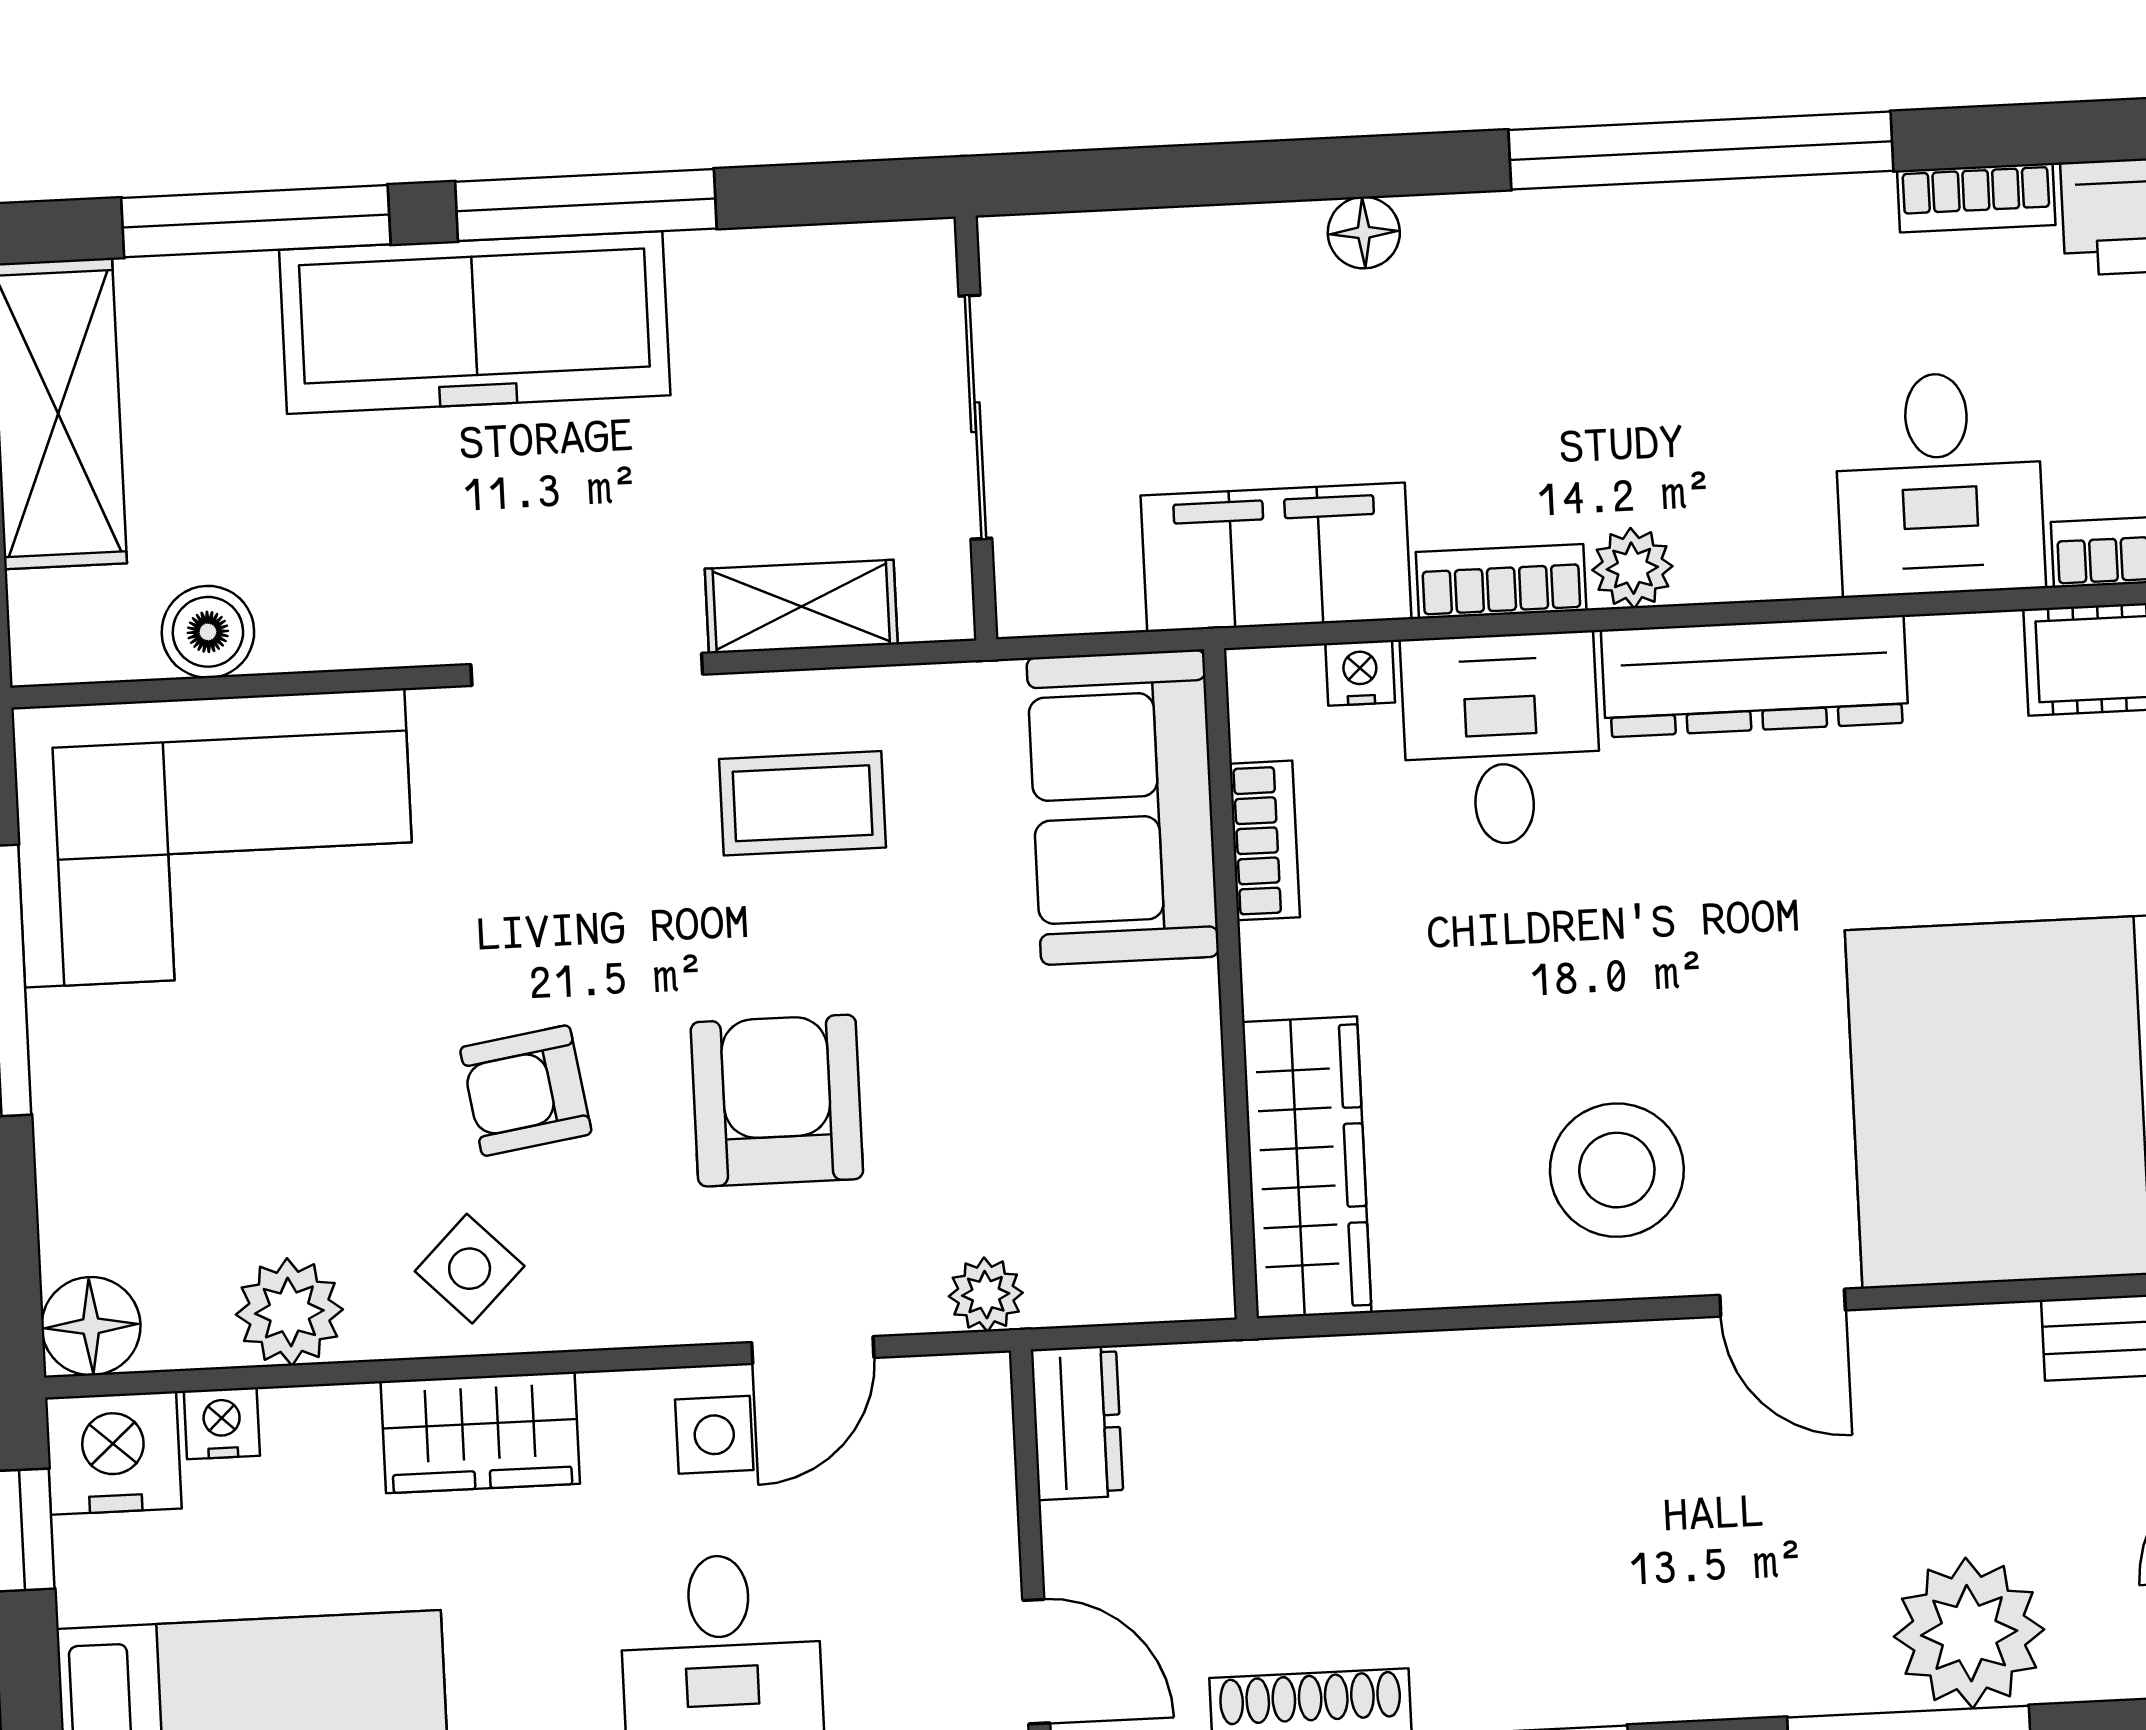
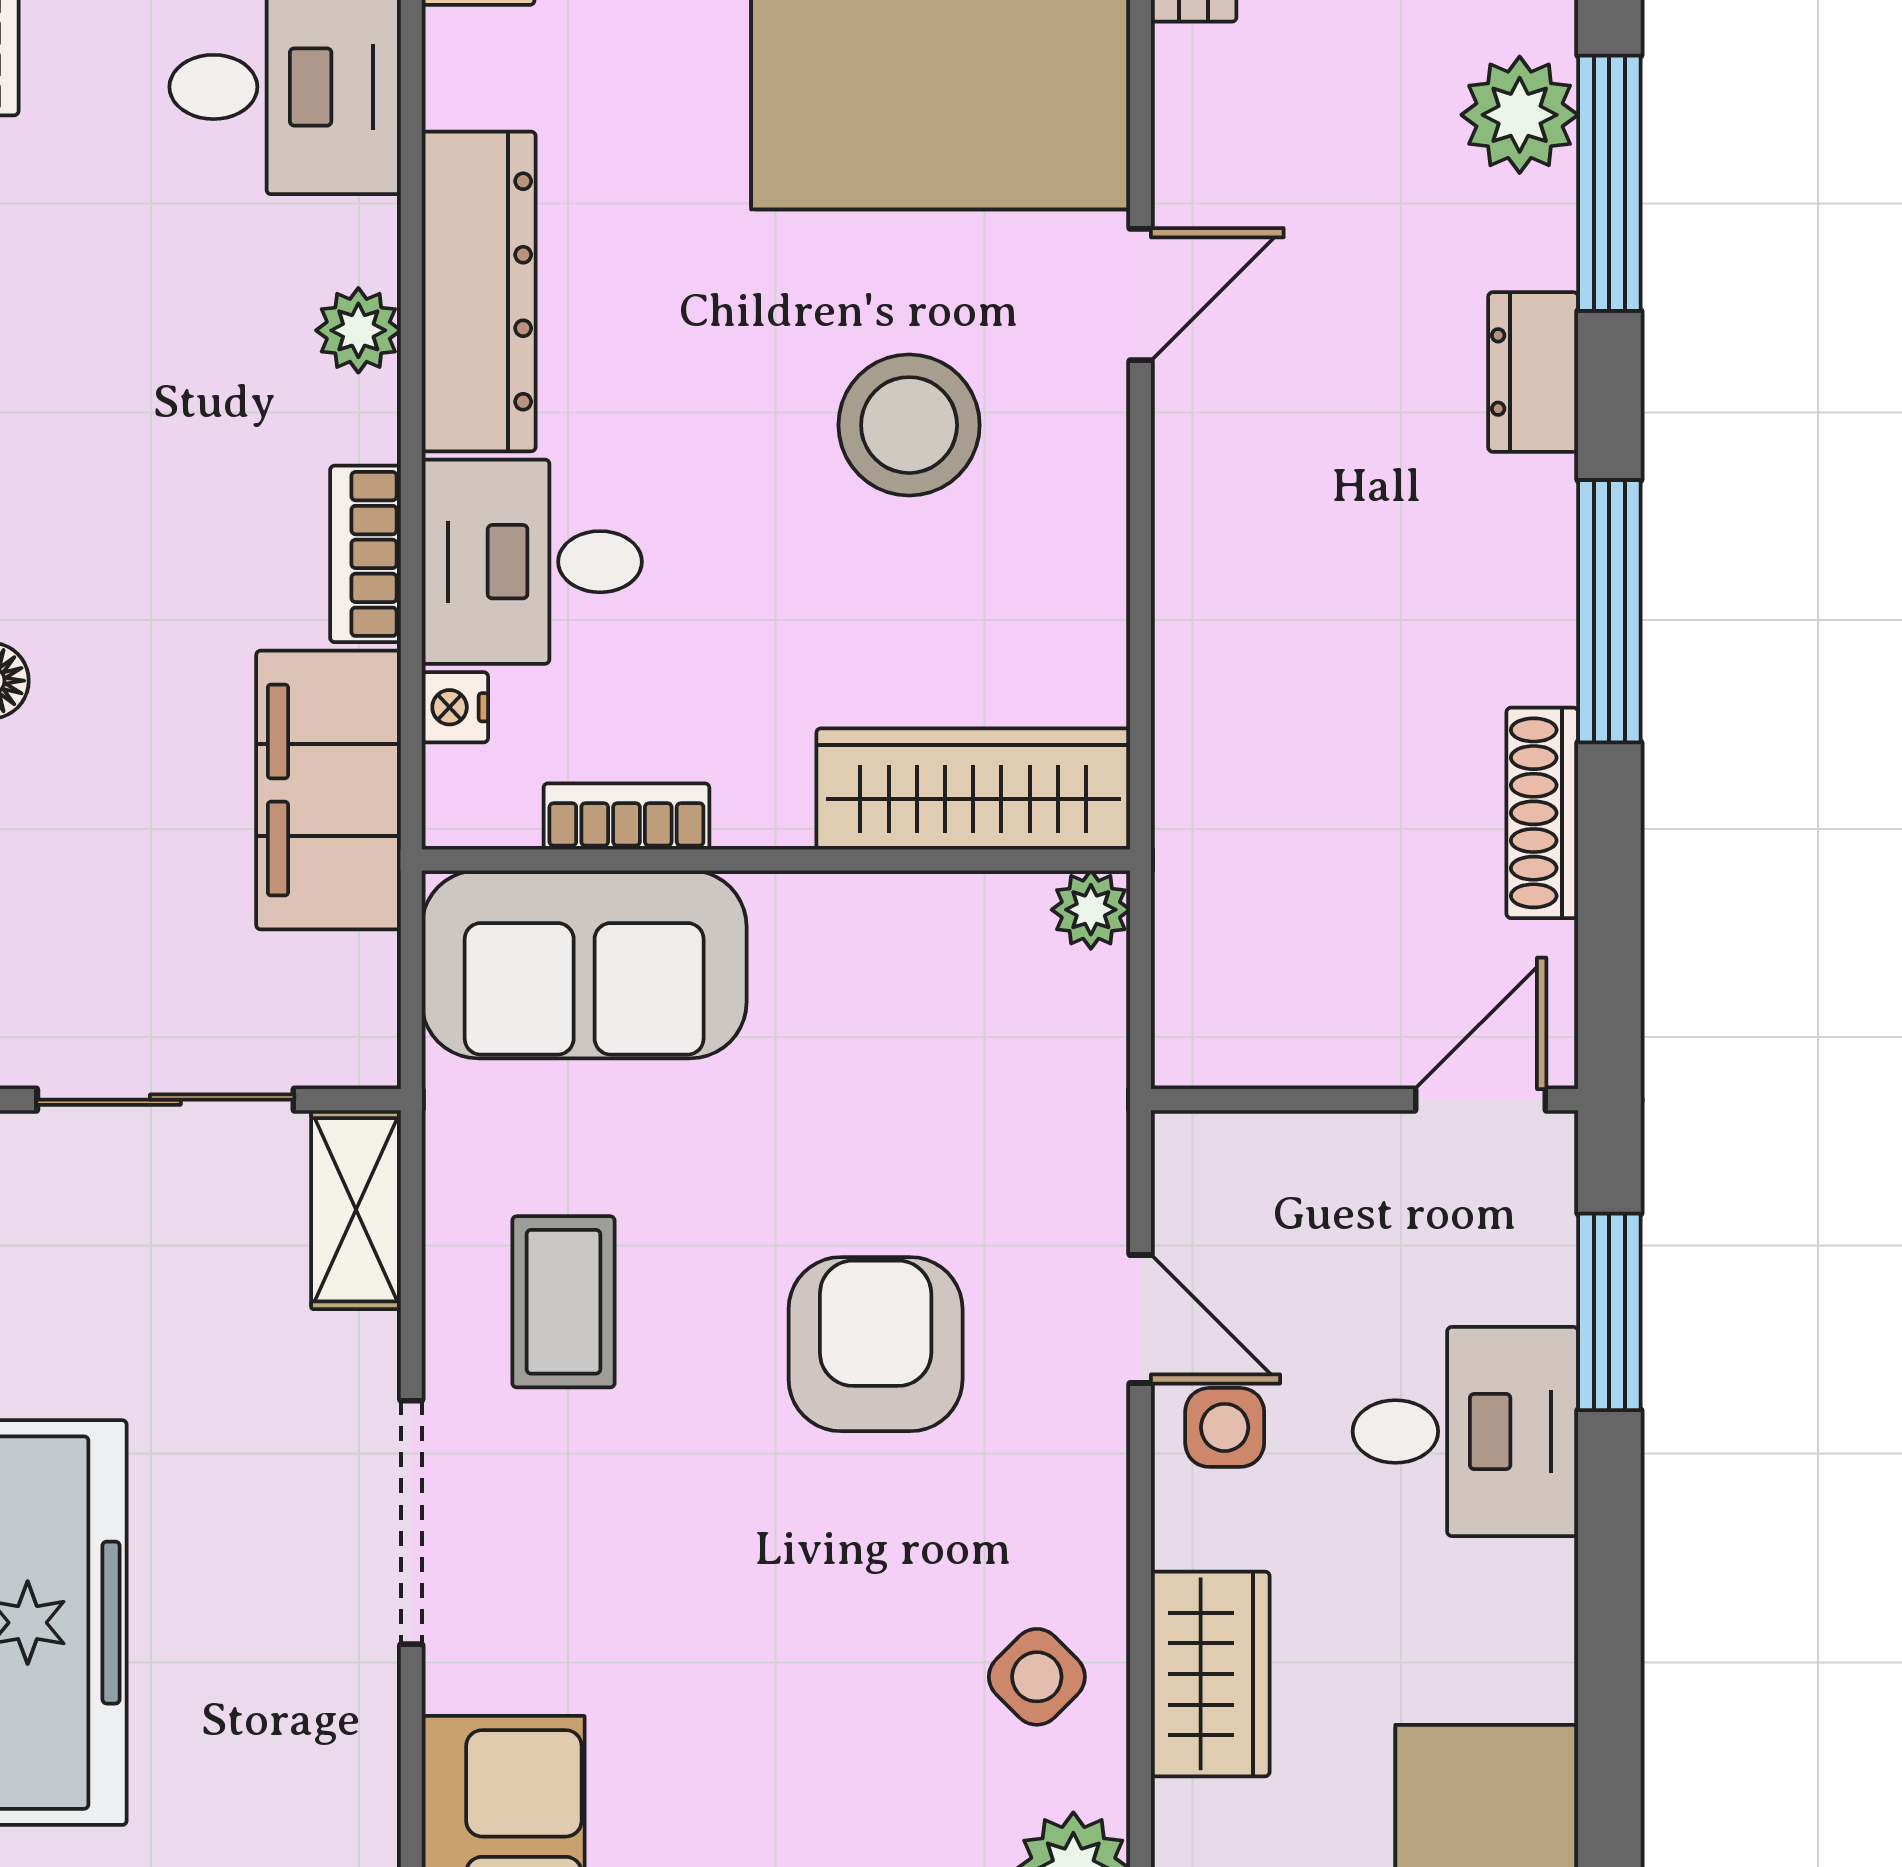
plant: (1632, 568) -> (358, 330), moved
shelving: (801, 607) -> (356, 1210), moved
armchair: (526, 1091) -> (852, 1608), removed
armchair: (777, 1101) -> (876, 1344), turned 90
stool: (1617, 1170) -> (909, 425), moved
plant: (986, 1295) -> (1091, 910), moved
dresser: (1077, 1423) -> (1533, 372), moved, turned -90
plant: (1969, 1633) -> (1520, 115), width x0.73, depth x0.73

